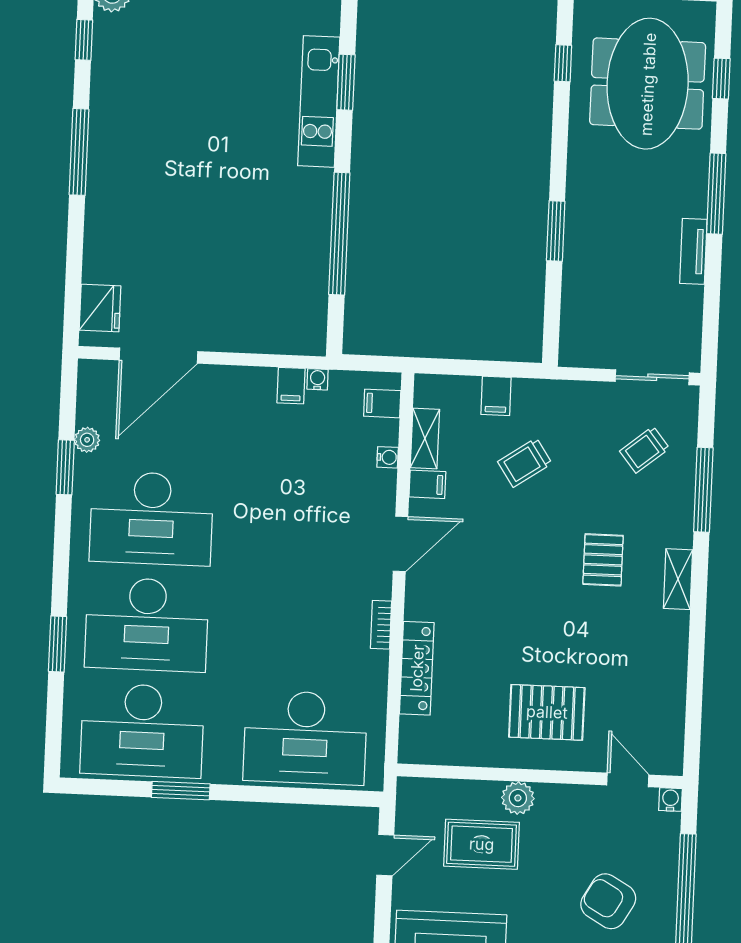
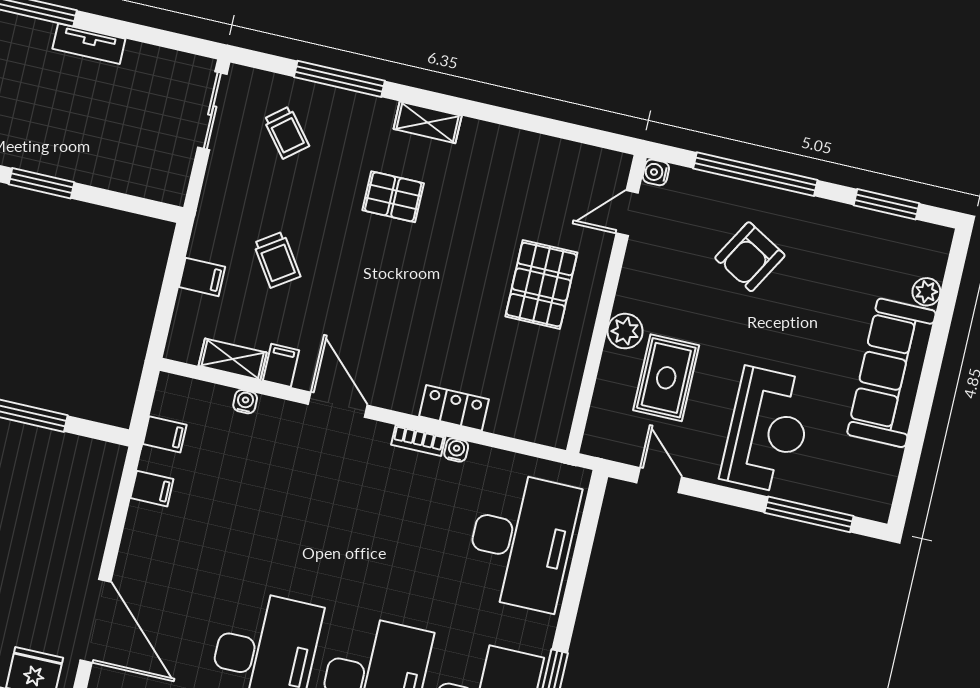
water cooler: (317, 379) -> (456, 450), moved, turned 90
filing cabinet: (382, 403) -> (165, 434), moved, turned -90
locker: (417, 668) -> (454, 408), width x0.66

